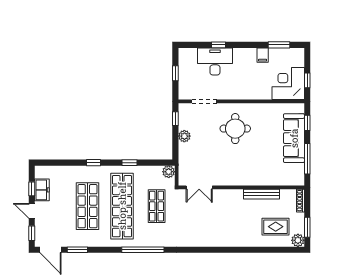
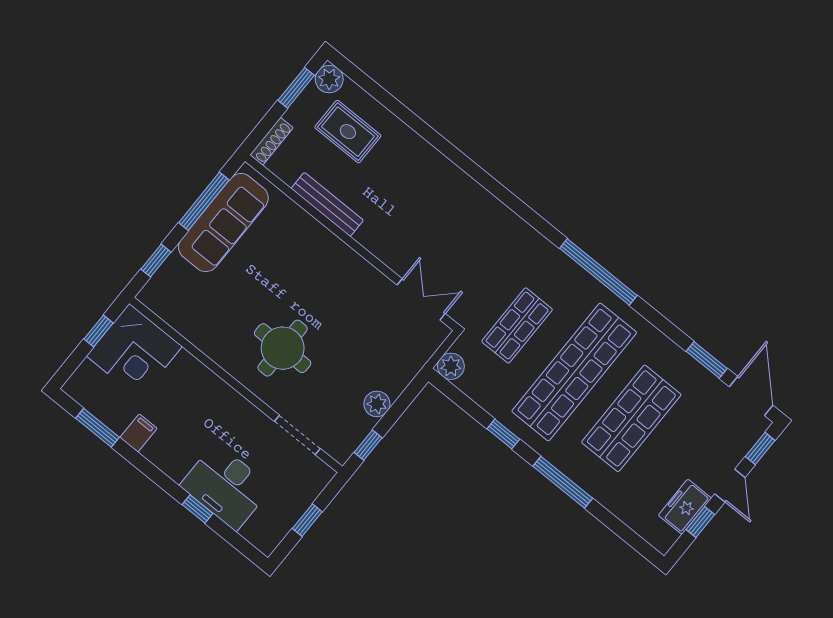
sofa: (294, 138) -> (223, 223), moved
window: (94, 163) -> (563, 482), width x2.17

